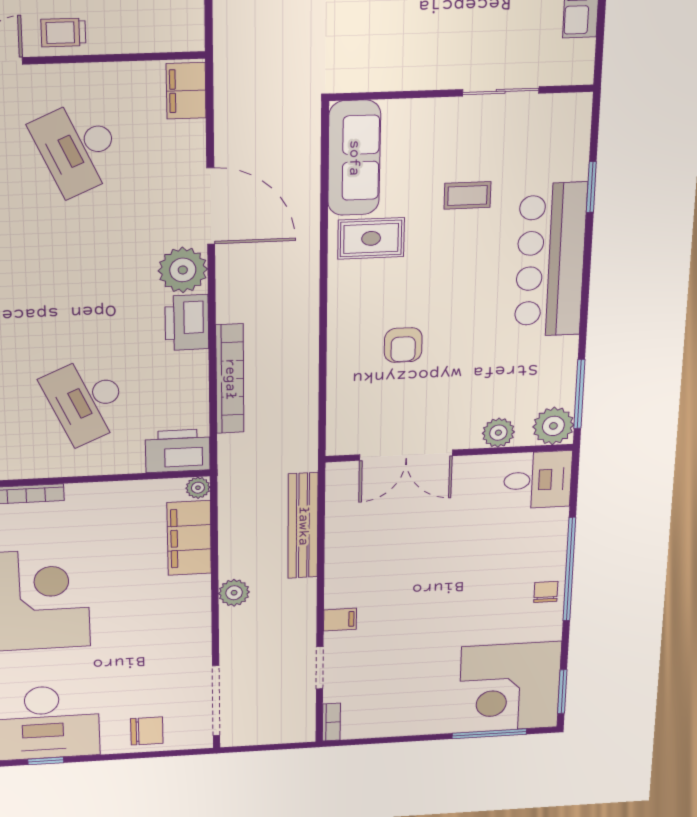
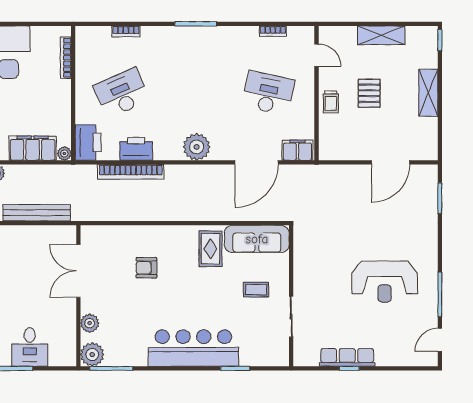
trolley: (63, 33) -> (331, 102), moved, turned 180
desk: (78, 148) -> (268, 93), turned 36
coffee table: (467, 195) -> (256, 290), moved, turned 90
door: (211, 206) -> (257, 162), moved
printer: (187, 323) -> (136, 149), moved
desk: (538, 480) -> (30, 347), moved

